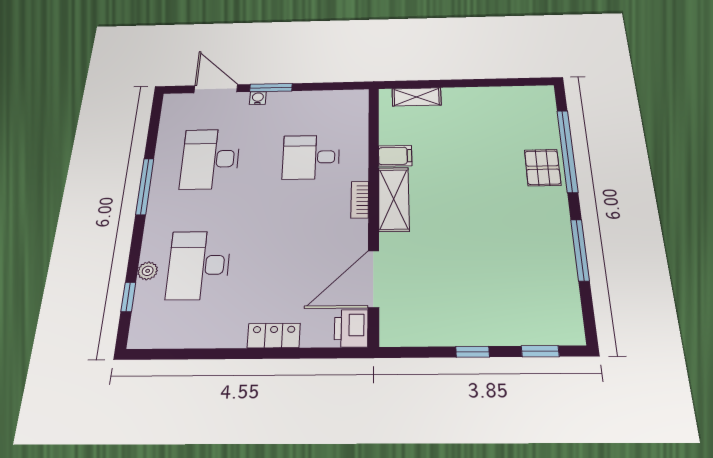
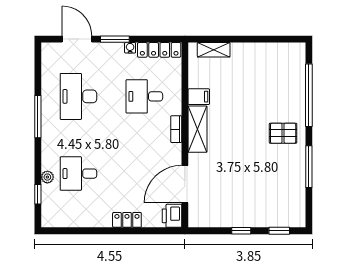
water cooler: (258, 98) -> (130, 48), moved
locker: (335, 99) -> (159, 50), added
pallet: (543, 168) -> (283, 133), moved, turned 90
desk: (199, 265) -> (78, 174), width x0.73

